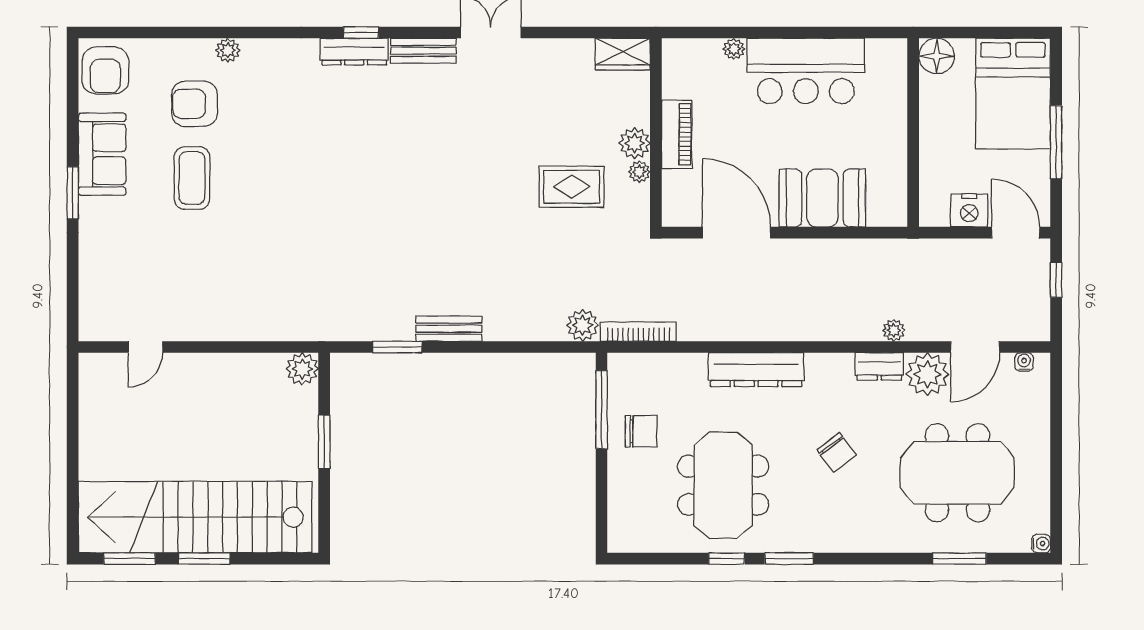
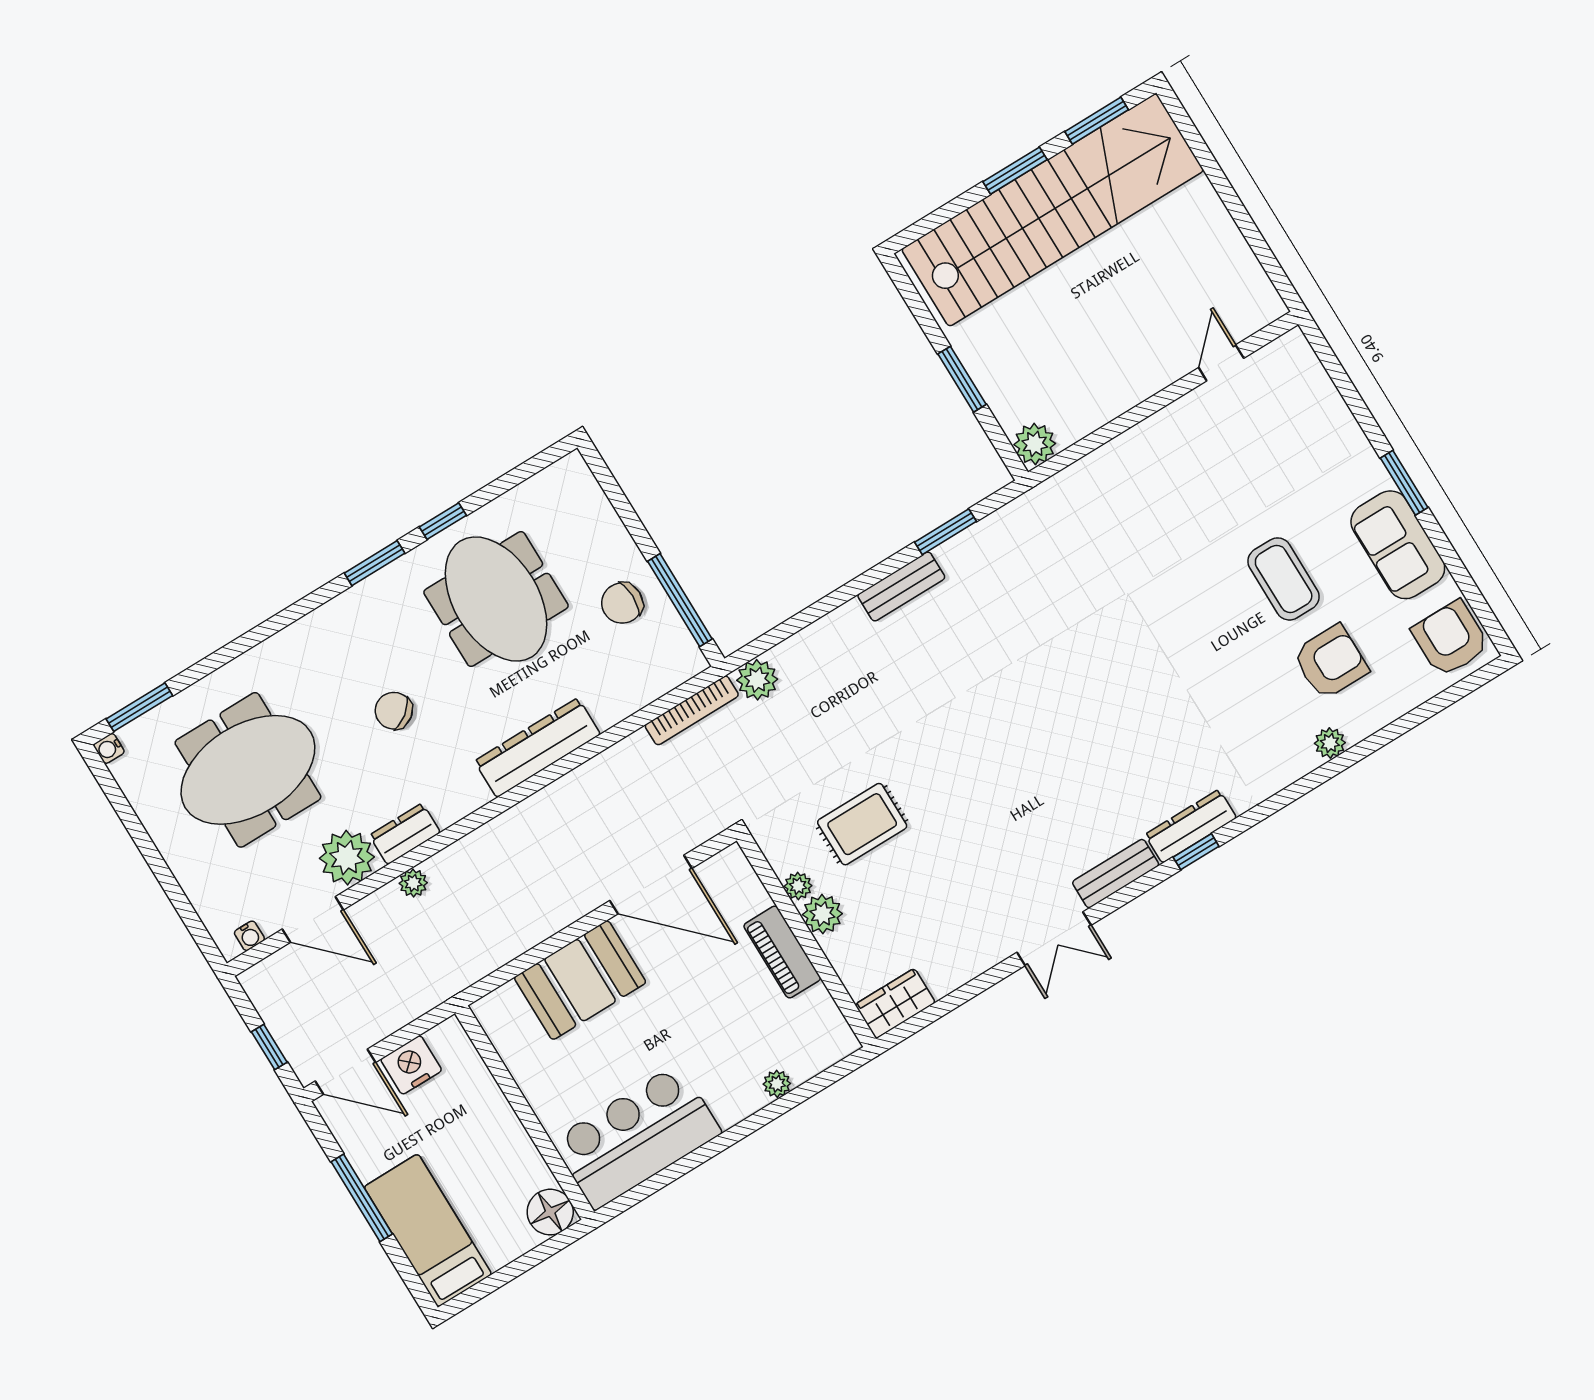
bar counter: (806, 71) -> (637, 1137), moved
bed: (1013, 94) -> (428, 1231), width x0.67
door: (975, 347) -> (313, 919), swing flipped
window: (959, 559) -> (139, 707), moved

